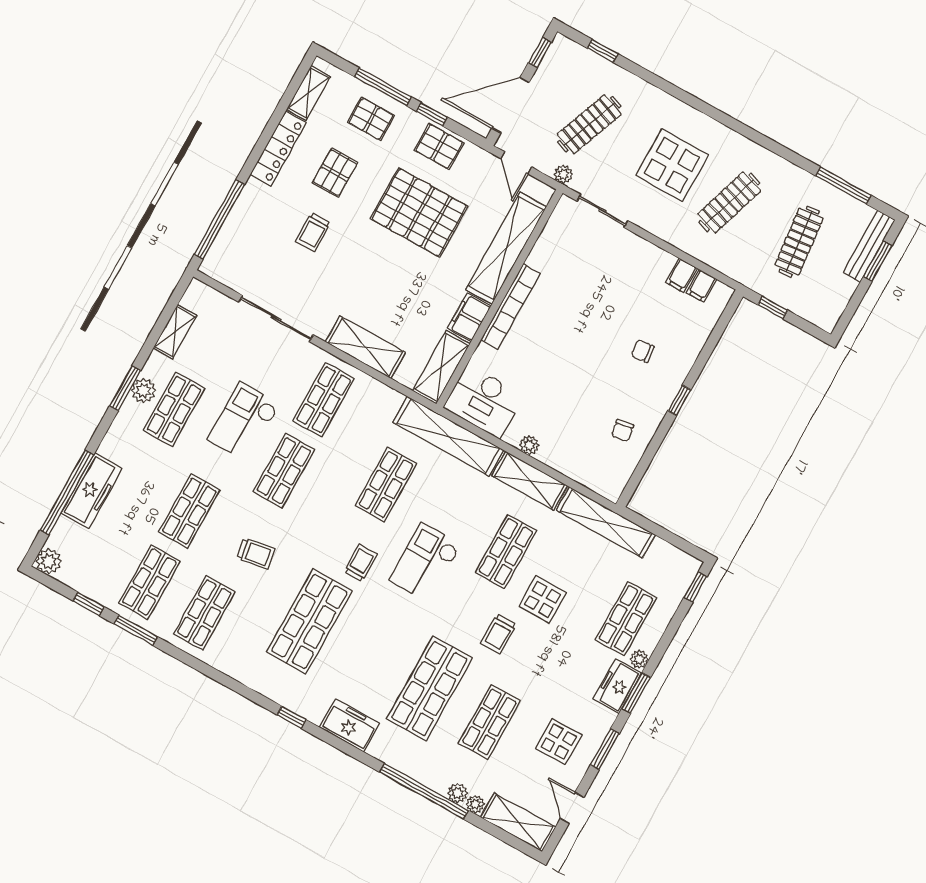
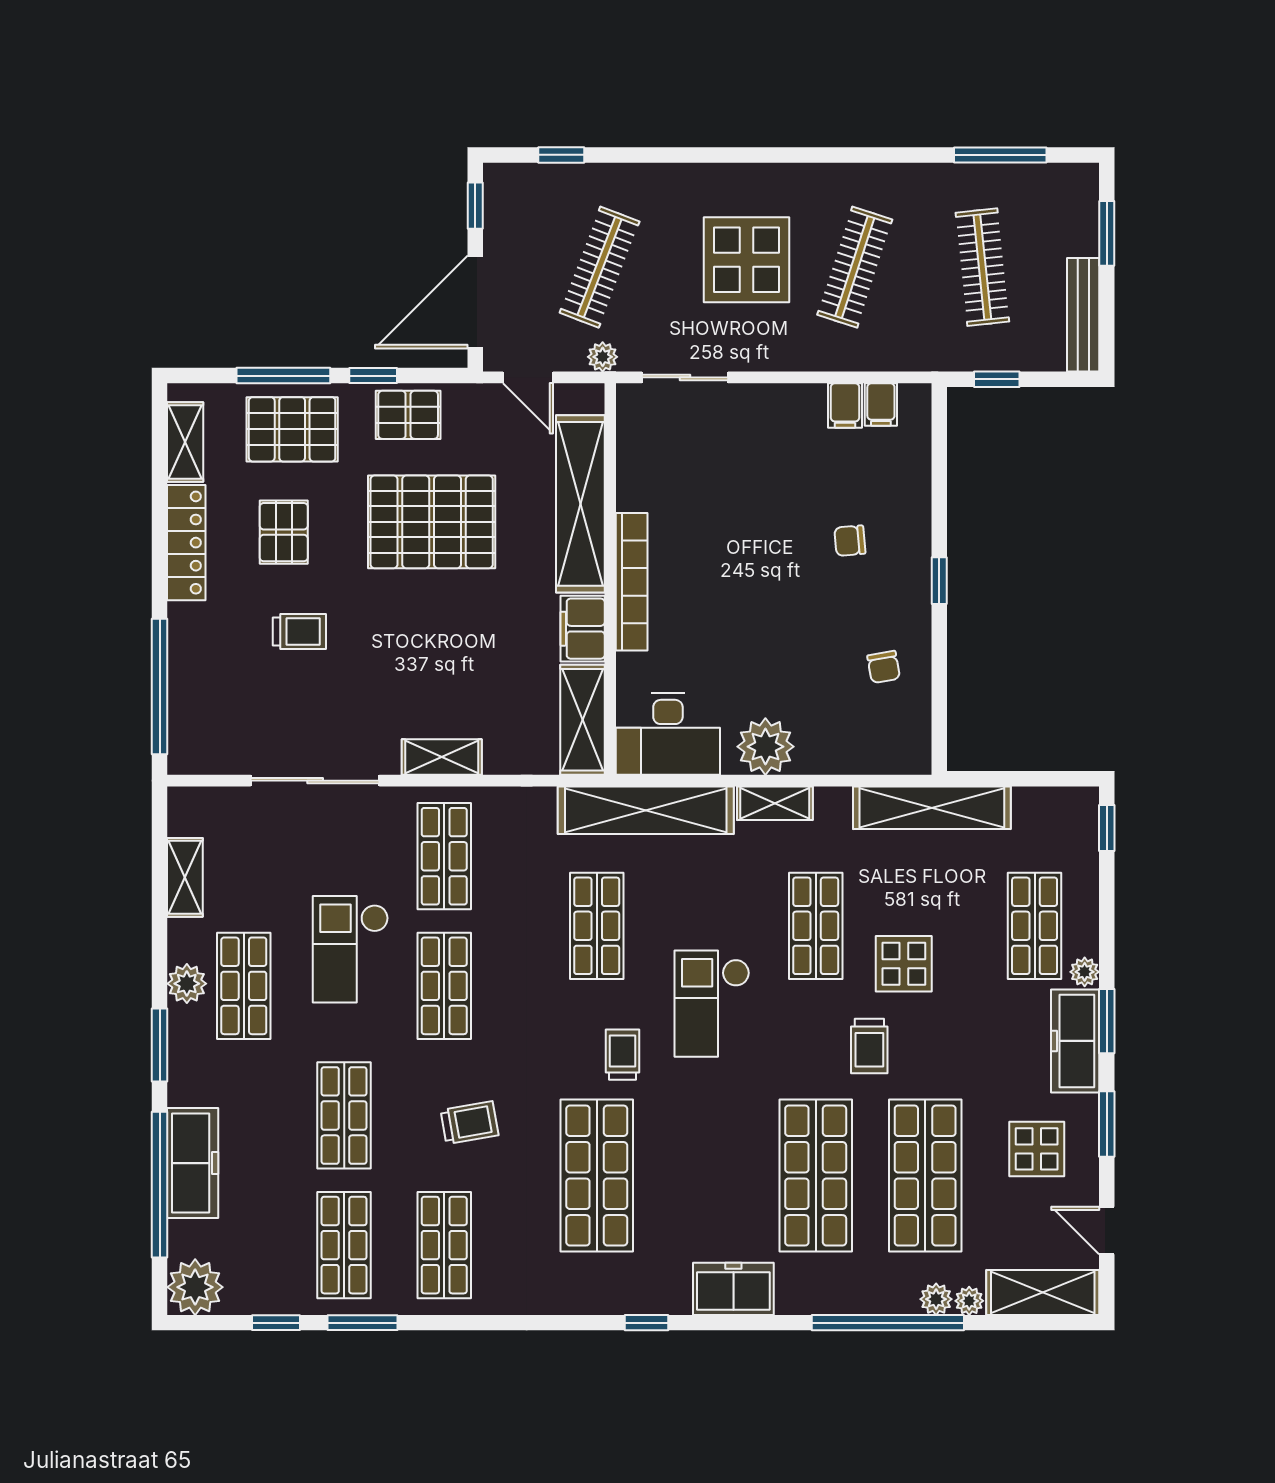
pallet: (371, 119) -> (292, 429), width x1.50, depth x1.42
trolley: (313, 232) -> (299, 632), turned -90
bench: (869, 246) -> (1083, 315), moved
shelving: (365, 347) -> (442, 757), width x0.67, depth x0.75
window: (125, 388) -> (160, 1045), moved
plant: (529, 445) -> (765, 747), width x1.88, depth x1.88
shelving: (530, 481) -> (775, 803), width x0.67, depth x0.75
plant: (49, 561) -> (195, 1287), width x1.36, depth x1.36
freezer: (617, 686) -> (1075, 1041), width x1.40
shop shelf: (489, 722) -> (925, 1176), width x1.43, depth x1.36

